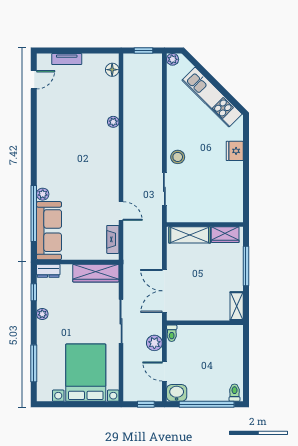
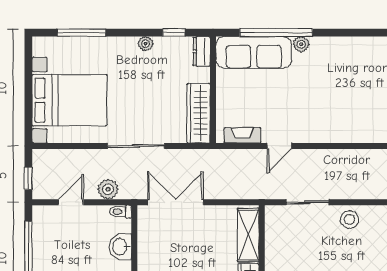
washbasin: (177, 393) -> (120, 247), moved, turned 180

